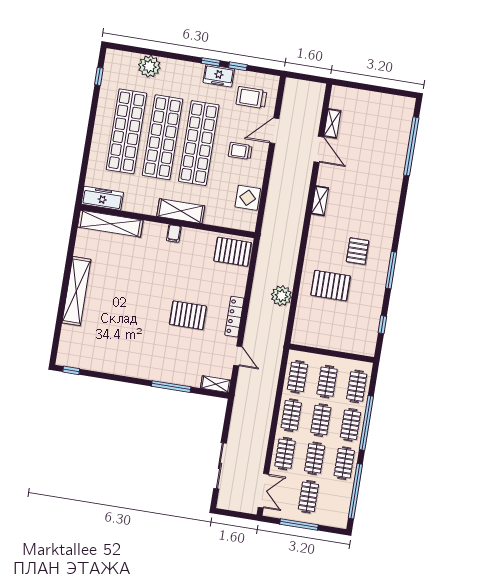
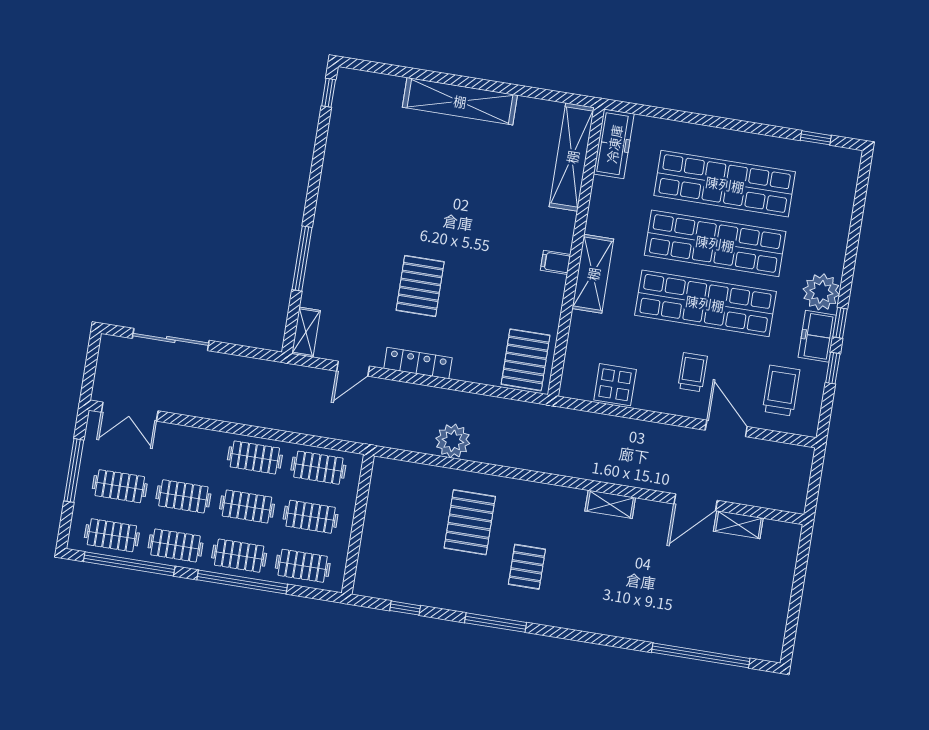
plant: (149, 66) -> (821, 292), moved
pallet: (357, 251) -> (527, 567), turned 90
clothes rail: (285, 454) -> (112, 535), moved

